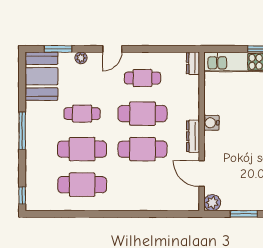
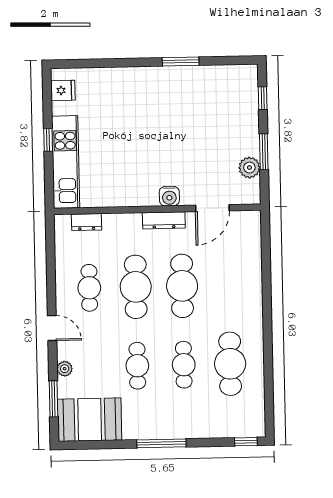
dresser: (193, 63) -> (87, 222), moved
water cooler: (211, 123) -> (169, 196), moved
cafe table: (82, 149) -> (184, 365), width x0.73, depth x0.74
plant: (212, 203) -> (249, 168), moved

